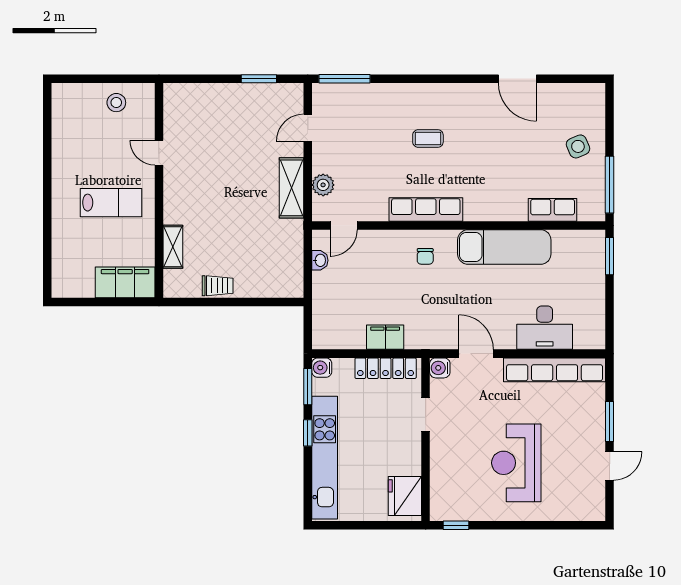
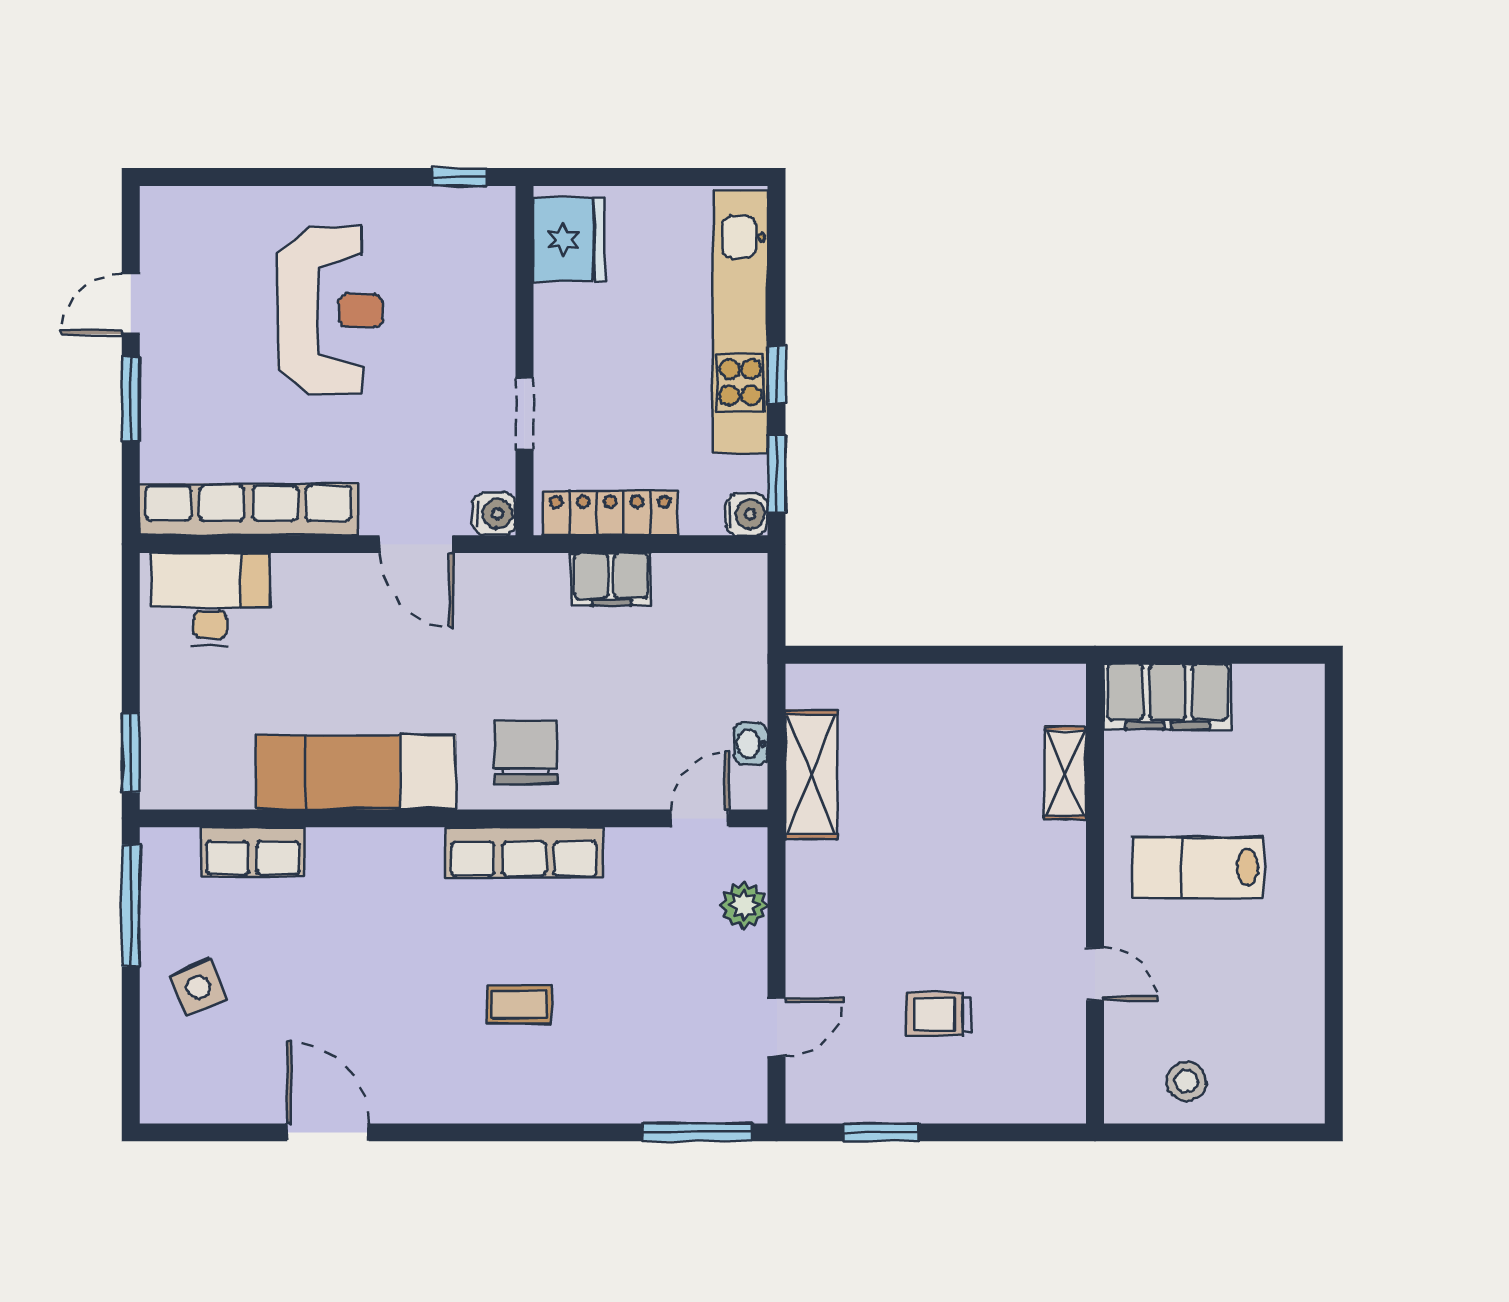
shelving: (292, 188) -> (811, 775), moved
chair: (425, 256) -> (525, 752), width x1.87, depth x1.87
trolley: (218, 286) -> (938, 1014), moved
desk: (545, 328) -> (210, 600), moved

